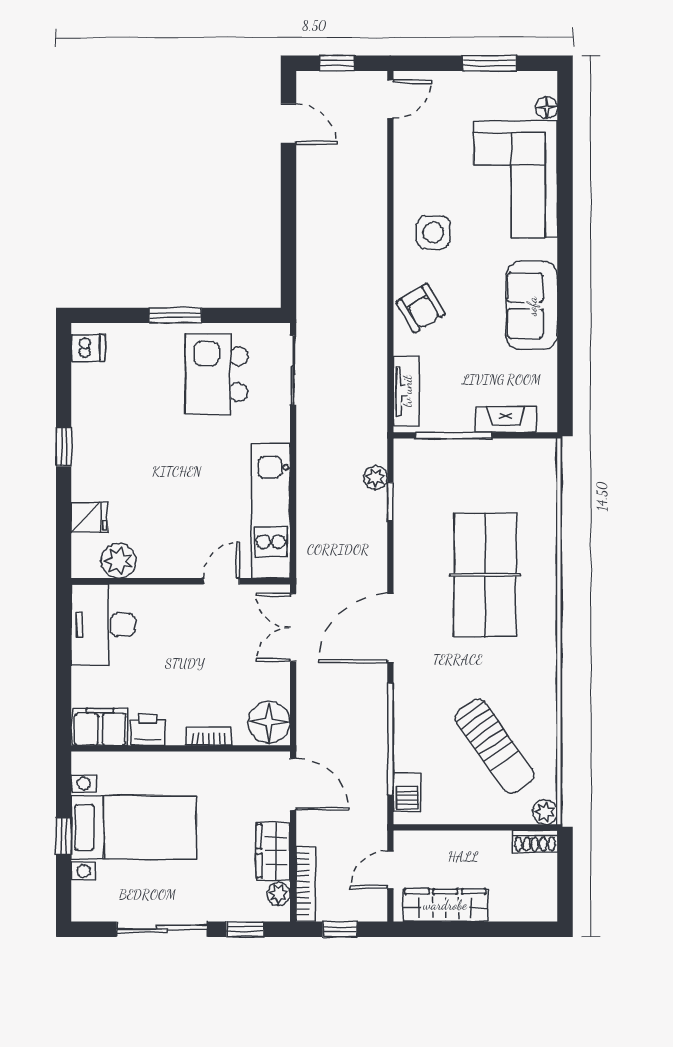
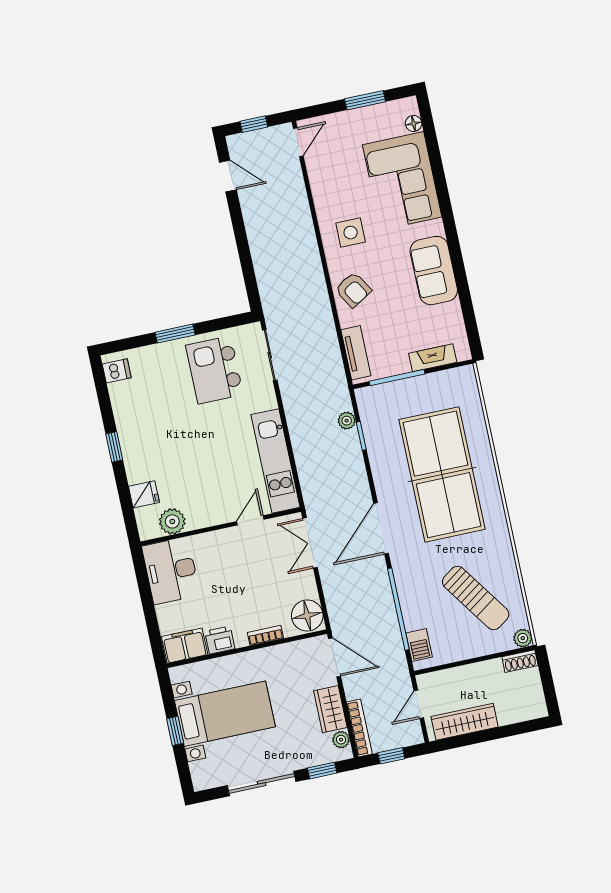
table tennis table: (485, 575) -> (442, 474), width x1.36, depth x1.32

